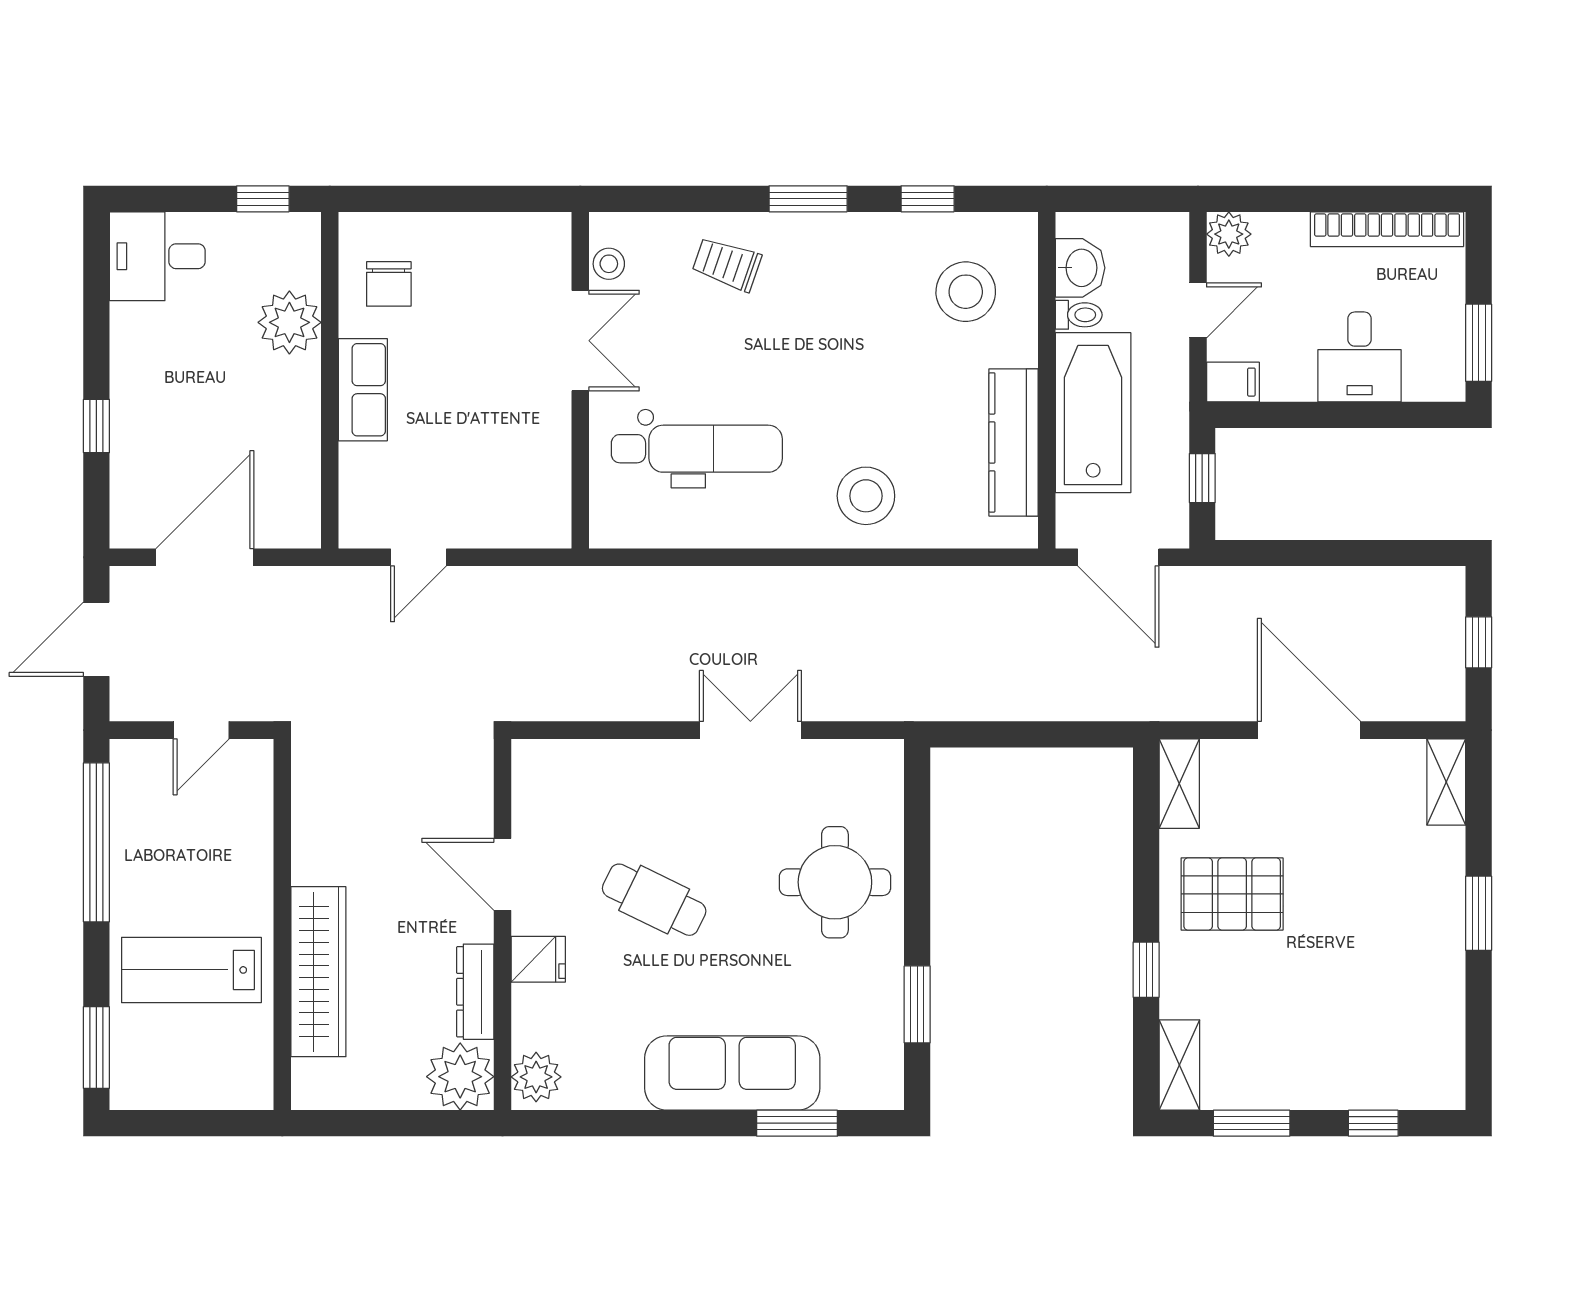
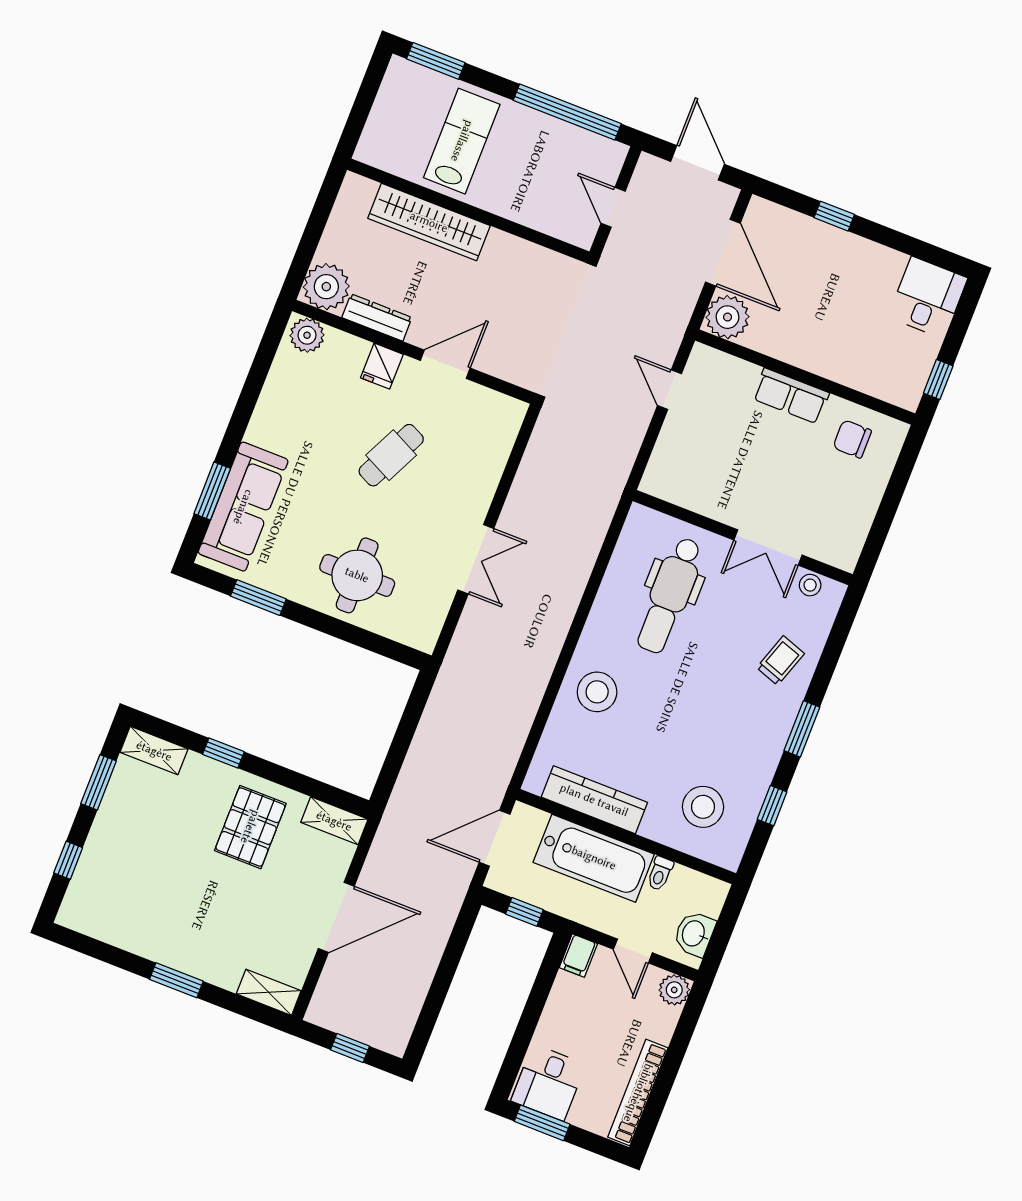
washbasin: (1080, 268) -> (694, 934), moved, turned 90
plant: (289, 322) -> (728, 317), moved
desk: (1360, 357) -> (548, 1083), moved, turned -90
sofa: (732, 1073) -> (243, 507), moved

